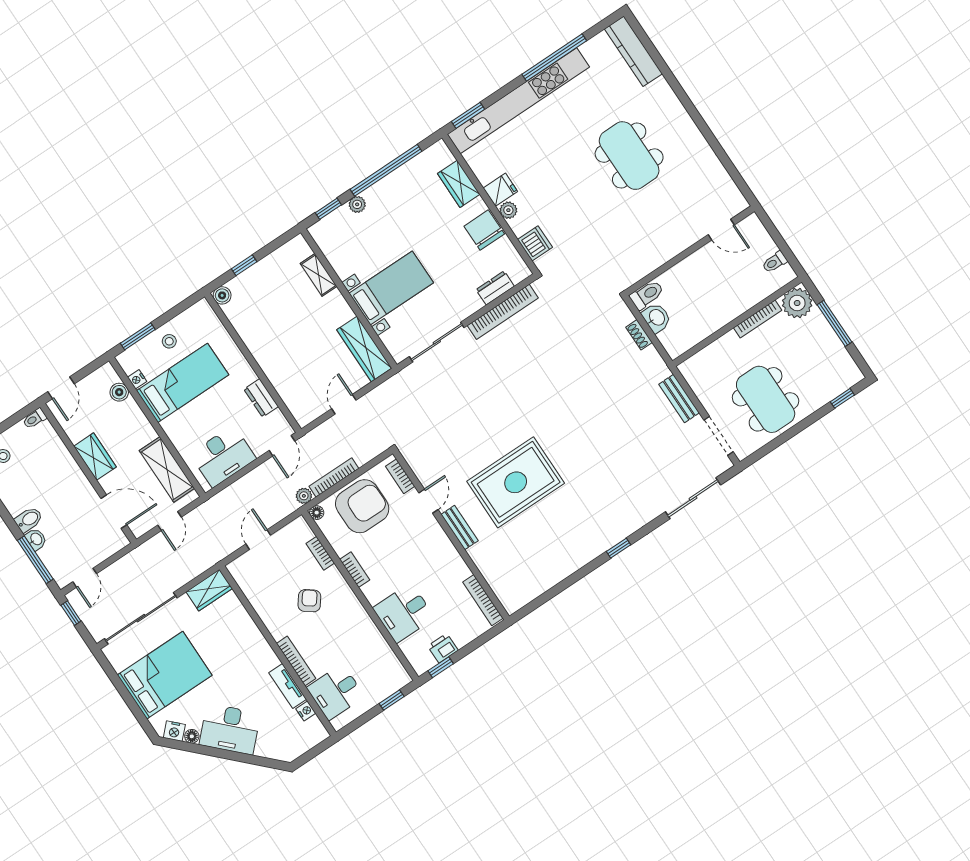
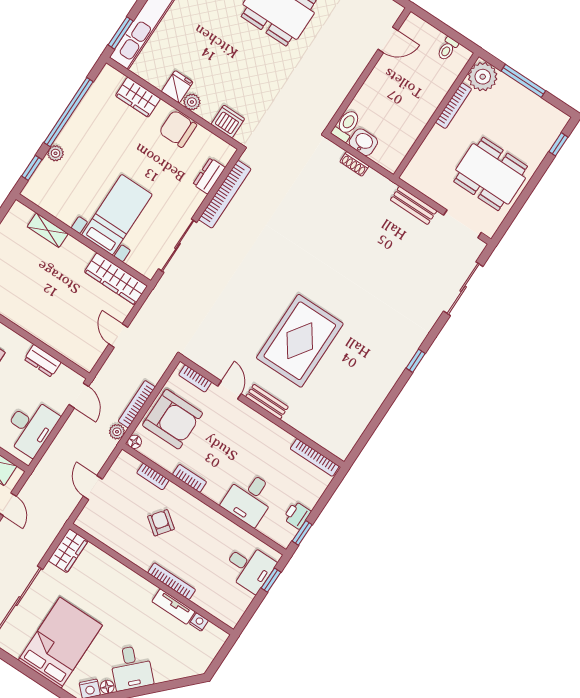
armchair: (362, 506) -> (173, 419), turned 90
desk: (336, 692) -> (249, 567), moved, turned -90
desk: (230, 729) -> (131, 668), width x0.73

